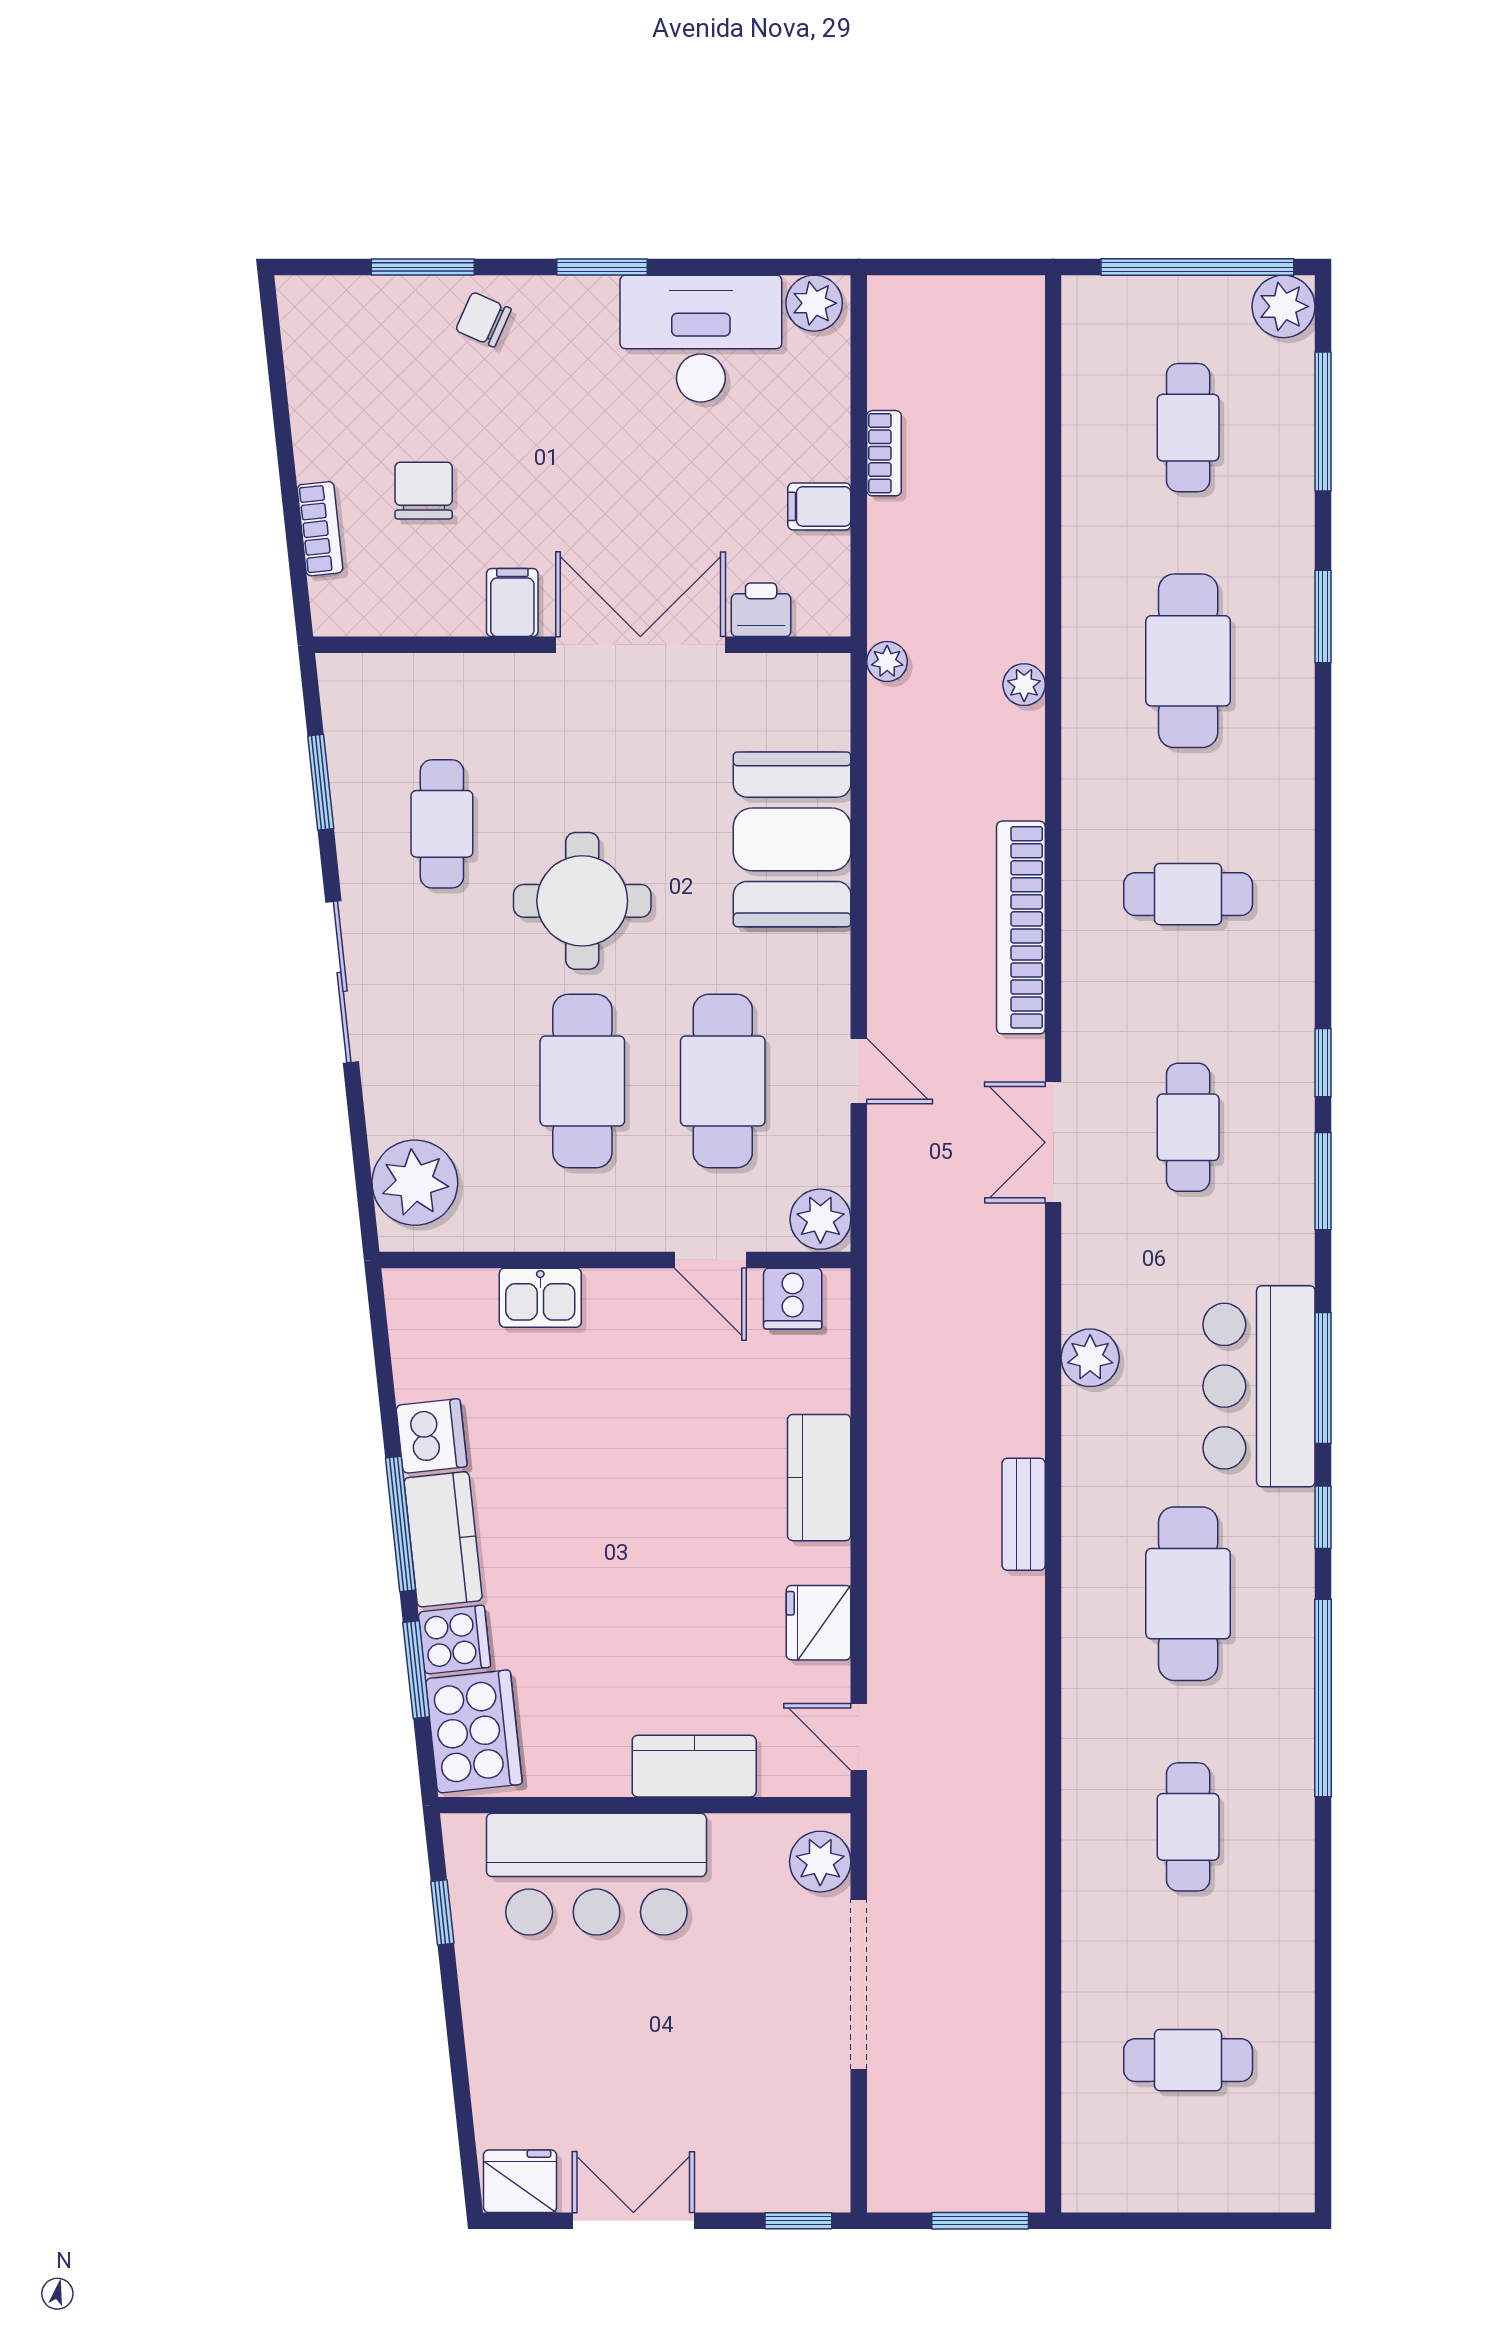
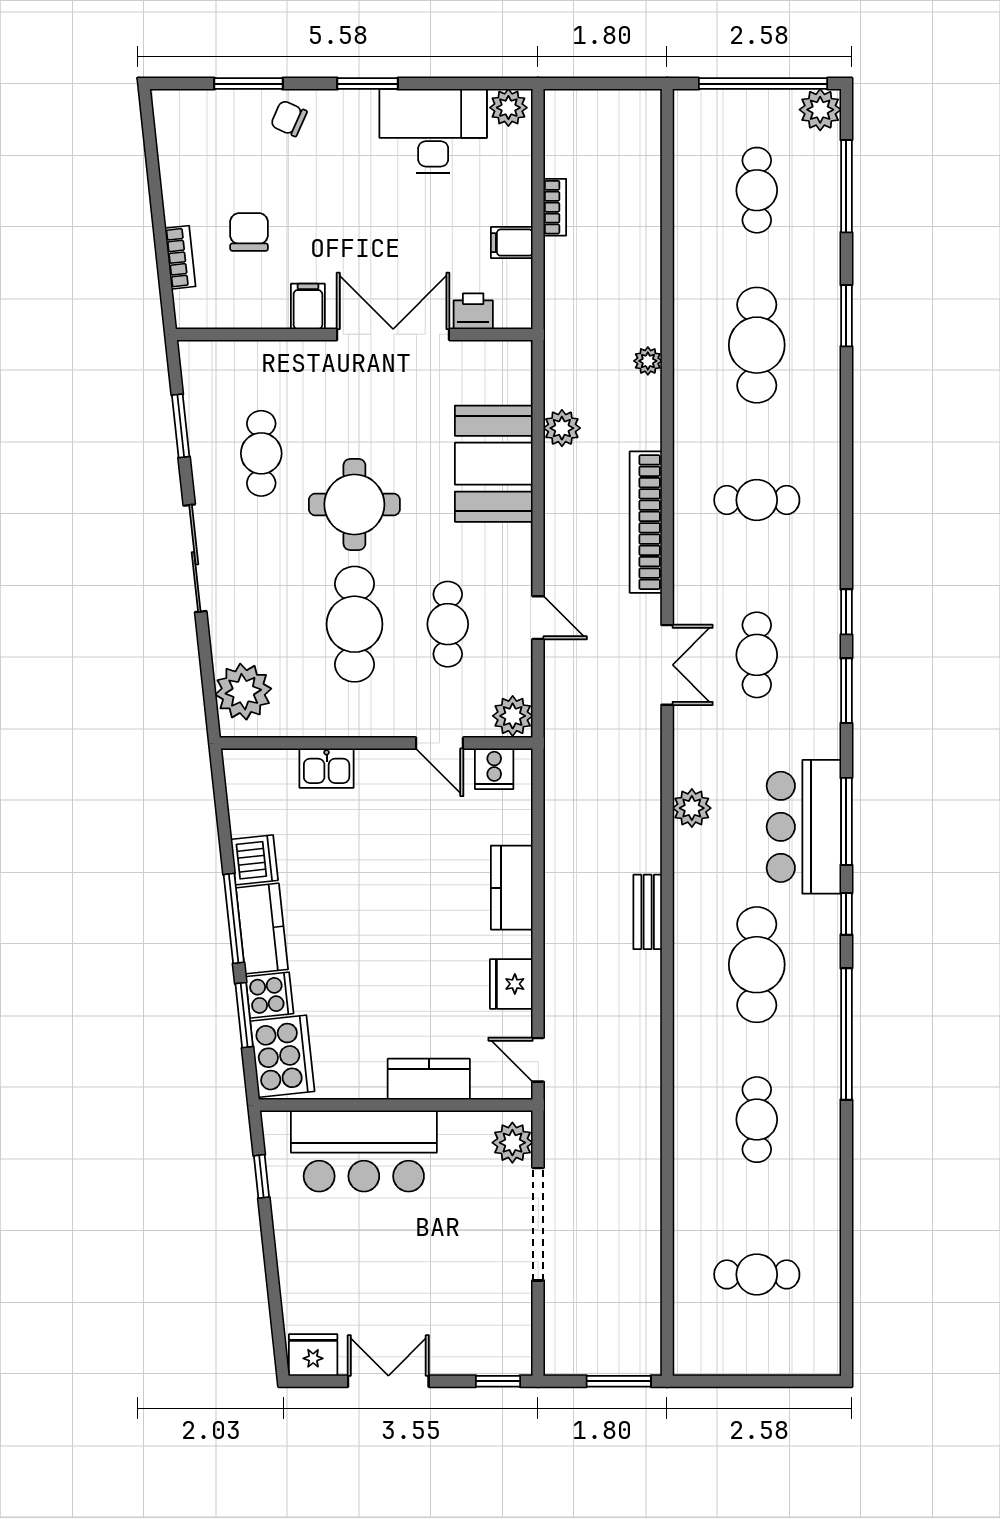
plant: (887, 662) -> (562, 428), moved, width x1.38, depth x1.38
cafe table: (723, 1081) -> (448, 624), width x0.73, depth x0.74
double door: (1053, 1142) -> (667, 665), swing flipped

